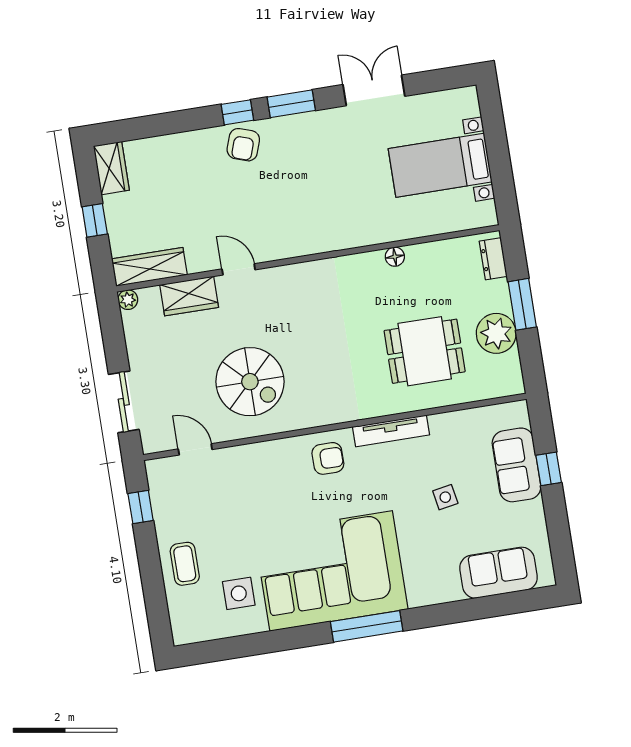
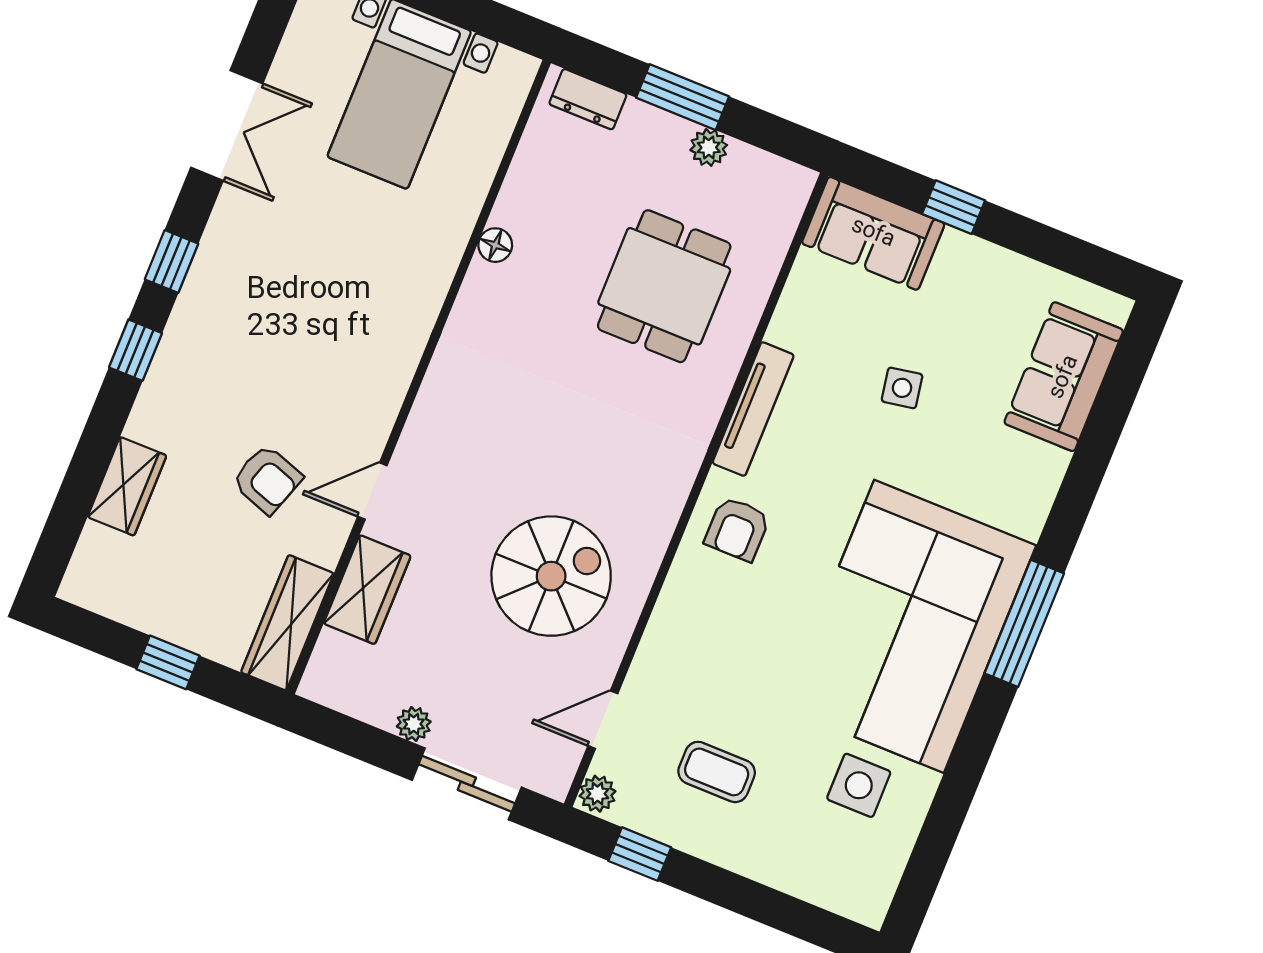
double door: (374, 90) -> (227, 125), swing flipped
window: (291, 104) -> (171, 261), width x0.67
armchair: (243, 145) -> (267, 479), moved
wardrobe: (111, 168) -> (127, 486), moved, turned 90
plant: (128, 300) -> (414, 724), moved
plant: (496, 333) -> (709, 147), width x0.53, depth x0.53
armchair: (328, 458) -> (737, 529), turned 180
sofa: (517, 465) -> (873, 233), moved
plant: (158, 469) -> (598, 794), added
coffee table: (185, 564) -> (717, 772), moved

